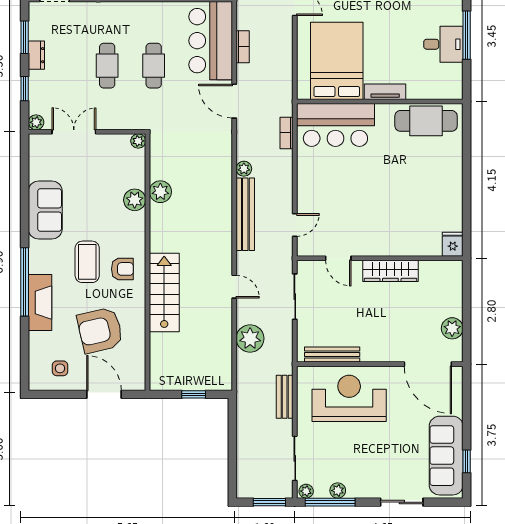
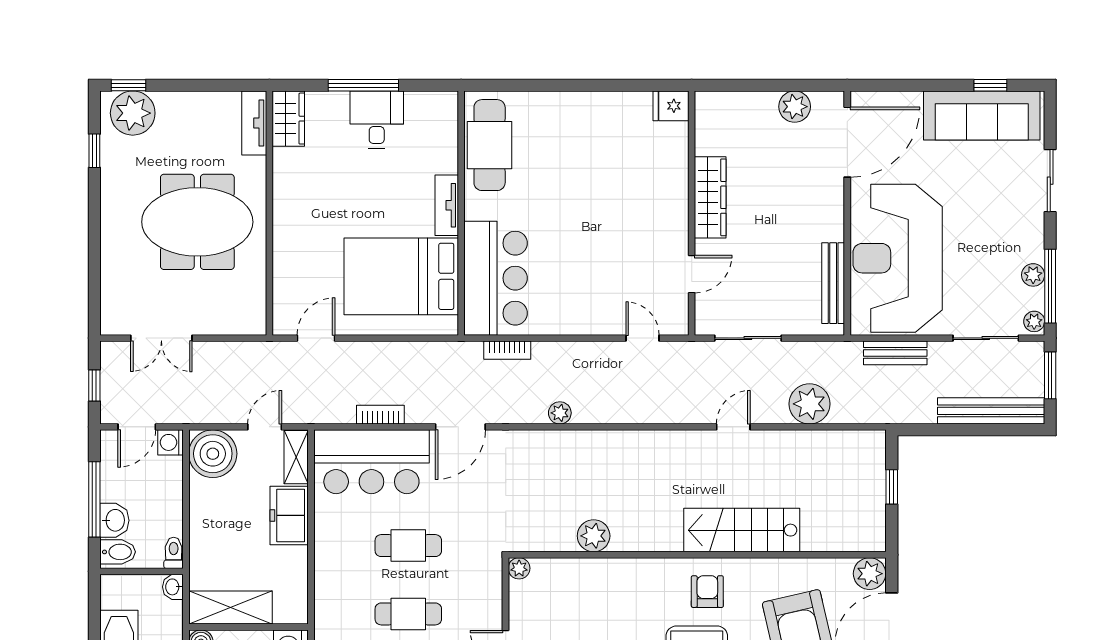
plant: (135, 200) -> (870, 574), moved
bench: (245, 214) -> (991, 411), moved
reception desk: (349, 398) -> (898, 258), width x1.36, depth x1.30

